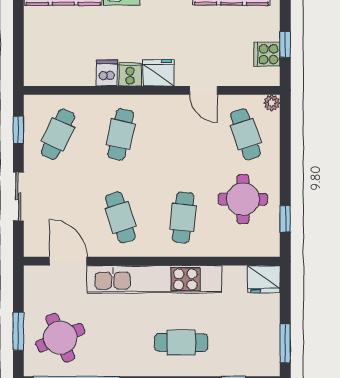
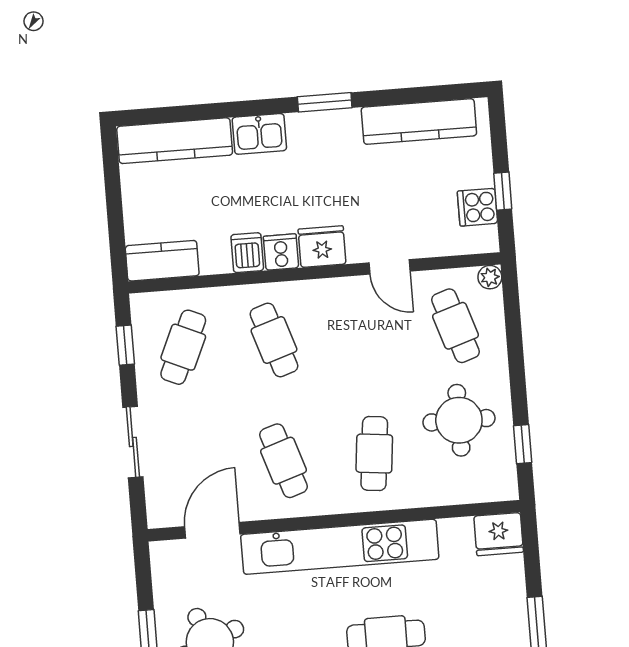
kitchen counter: (48, 74) -> (162, 261), added
cafe table: (121, 134) -> (274, 340), turned -30
door: (68, 261) -> (212, 530), hinge flipped

